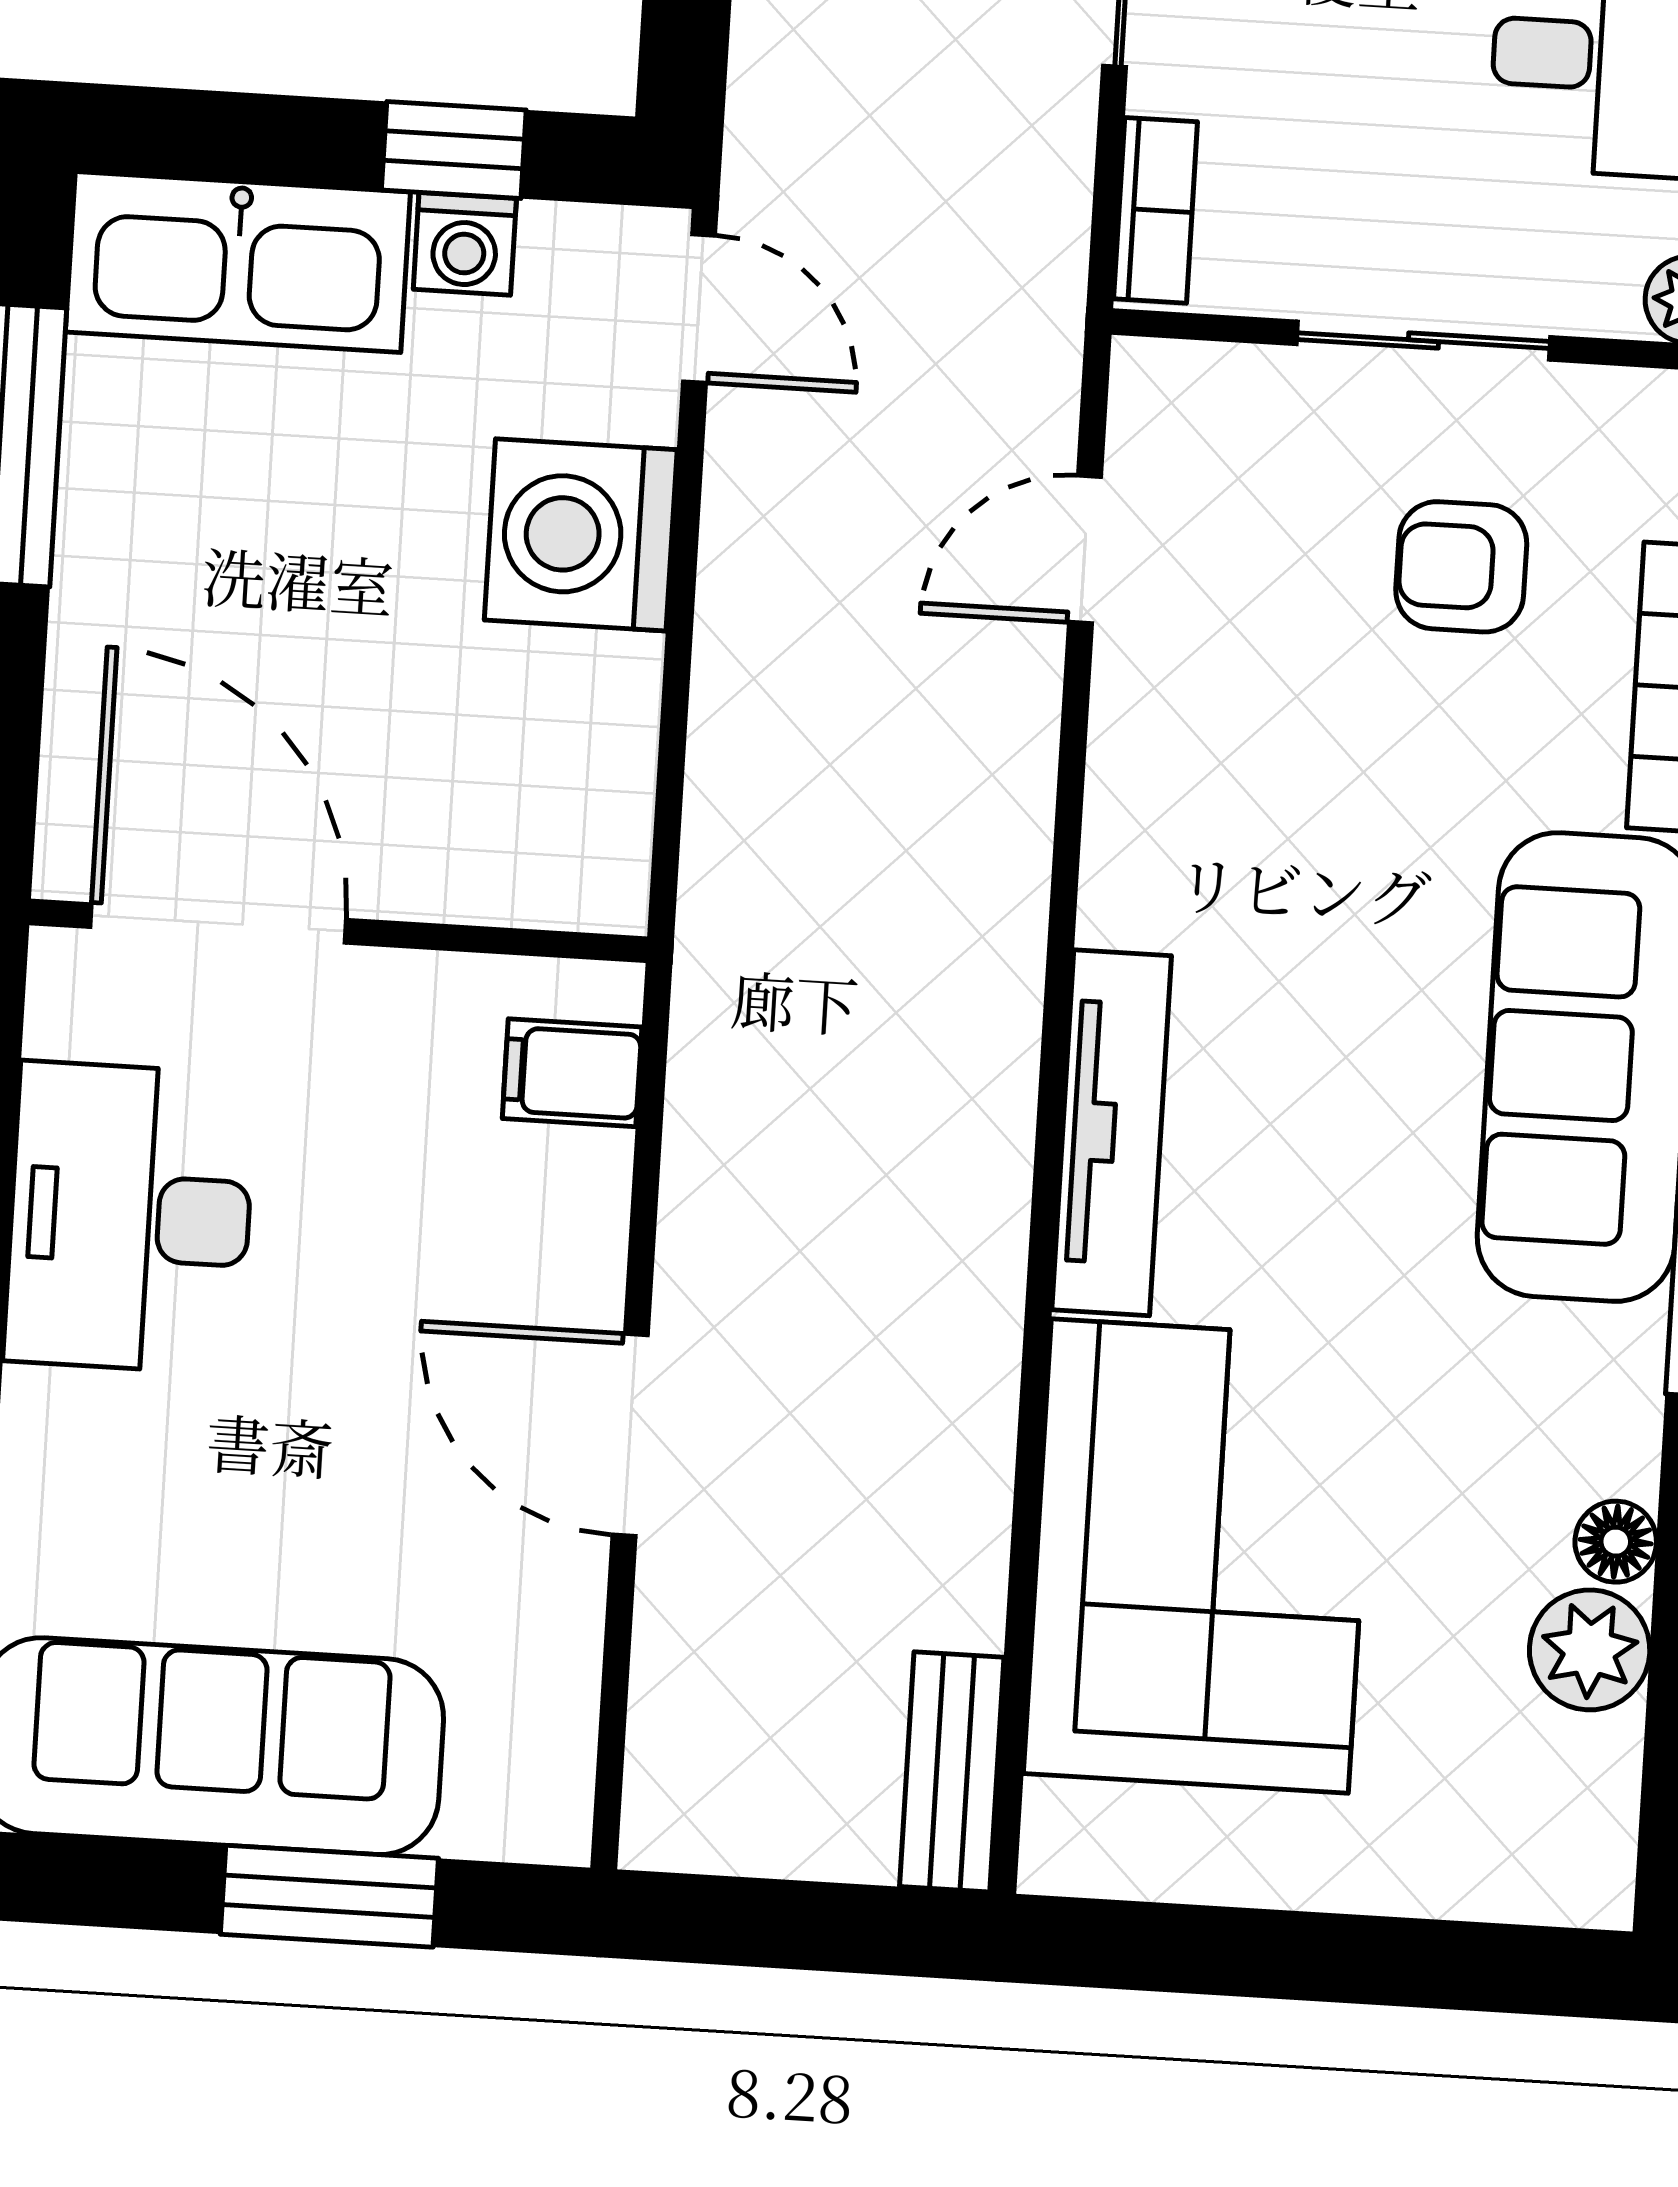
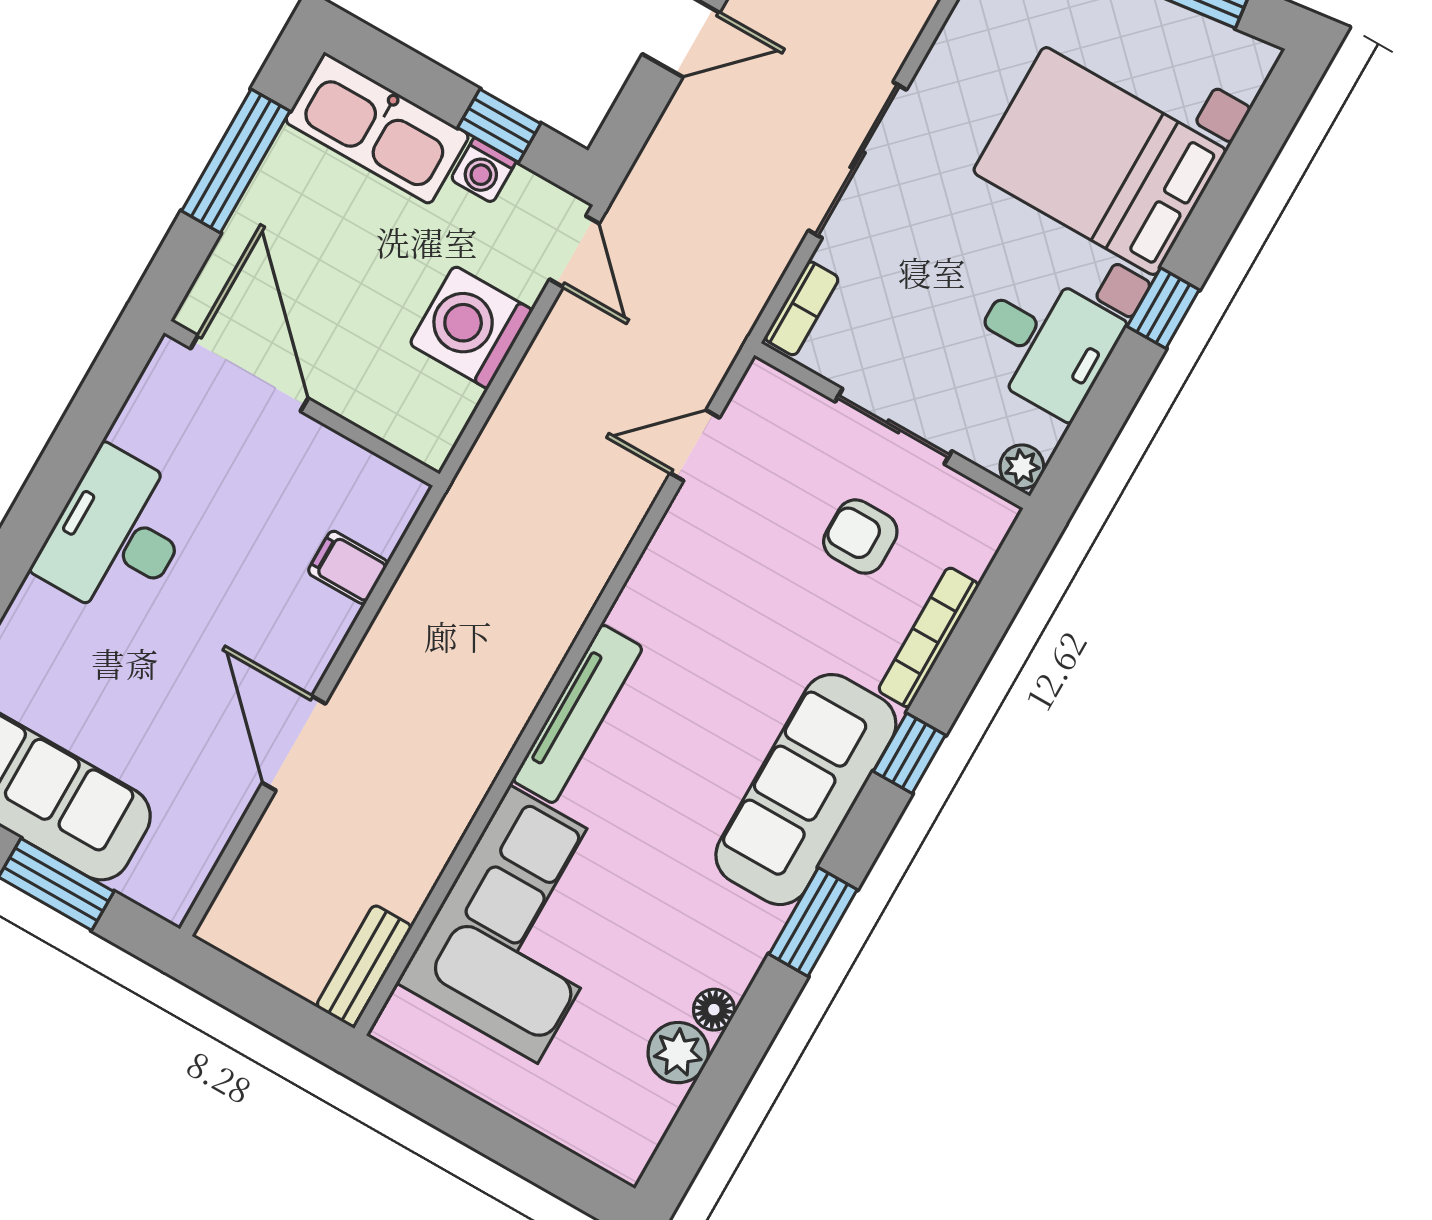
door: (218, 923) -> (249, 373), moved
wall: (338, 931) -> (302, 403), moved

